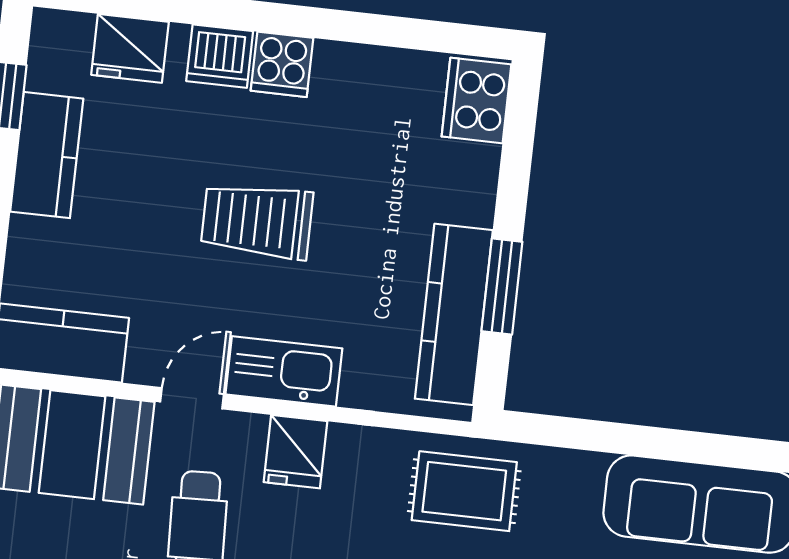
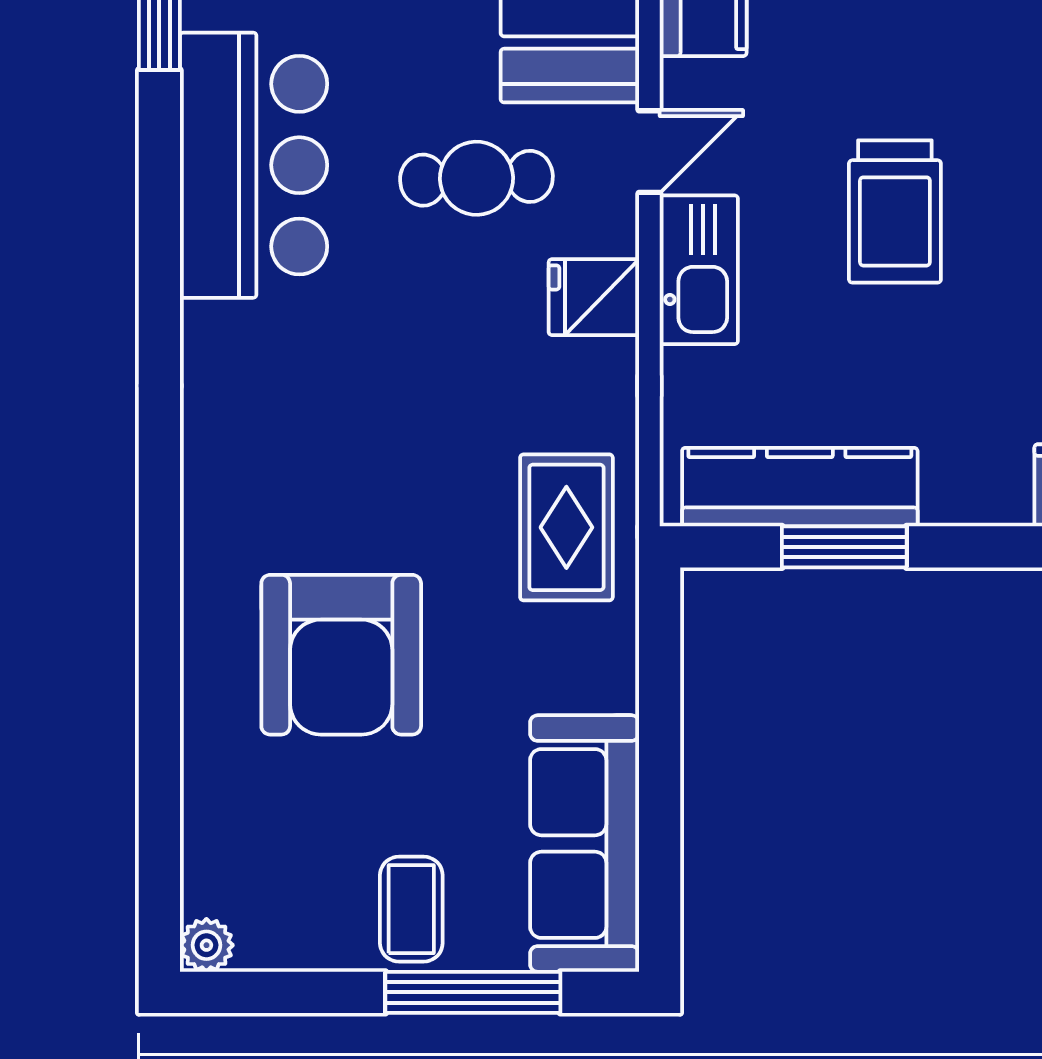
trolley: (257, 221) -> (895, 211), turned 180
door: (192, 398) -> (649, 152), hinge flipped

